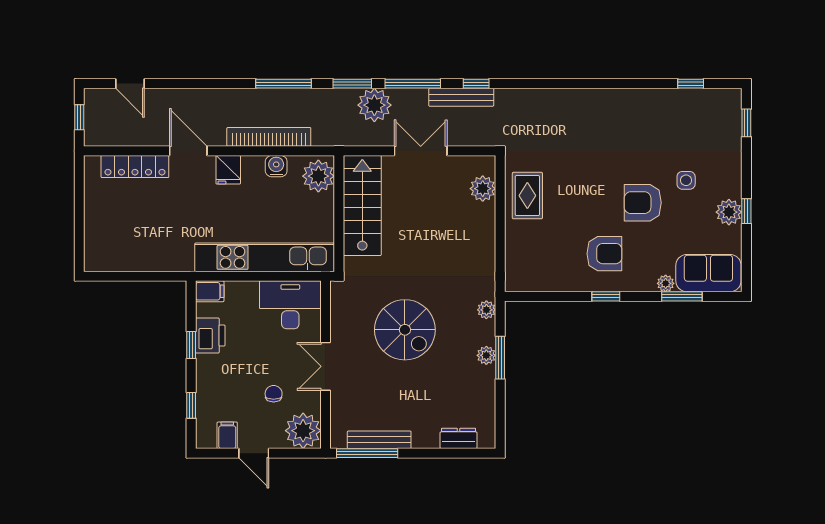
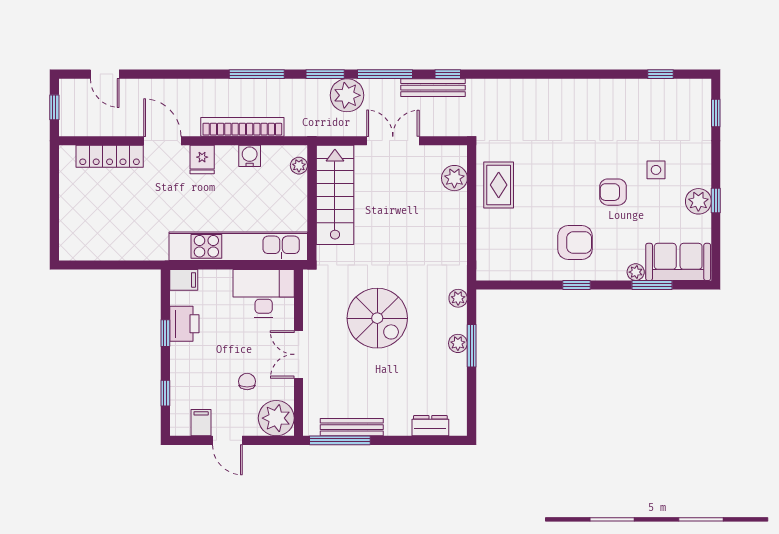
plant: (318, 176) -> (299, 166), width x0.53, depth x0.53
armchair: (643, 203) -> (613, 192), width x0.72, depth x0.72

